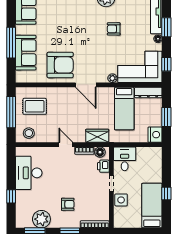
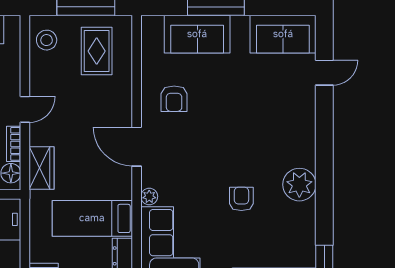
armchair: (60, 65) -> (174, 99), width x0.53, depth x0.53
door: (86, 85) -> (137, 147), hinge flipped

